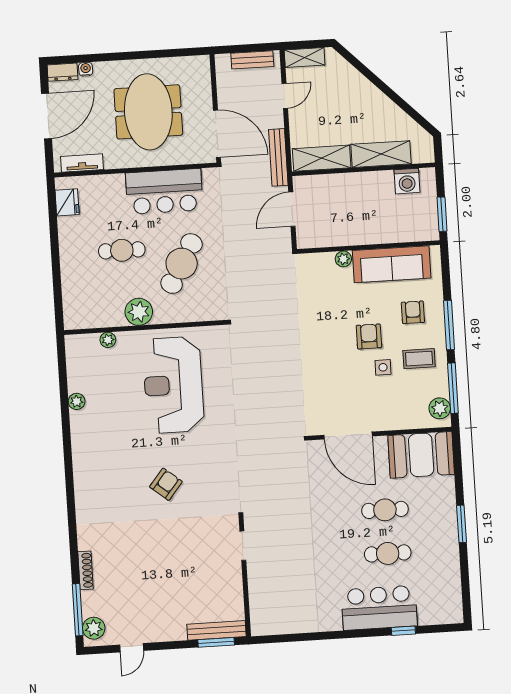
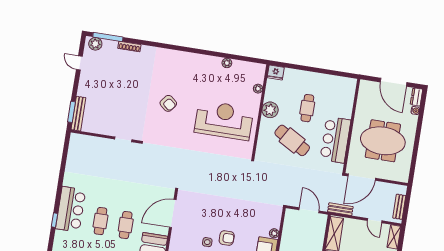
bench: (278, 157) -> (340, 209), width x0.73
tv unit: (82, 163) -> (362, 96), removed
fridge: (67, 202) -> (276, 72), moved

